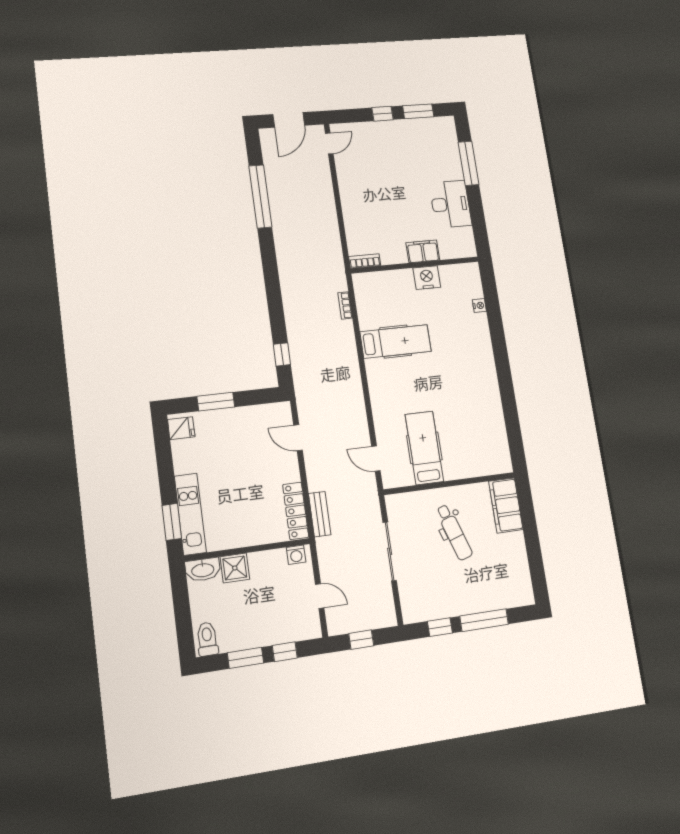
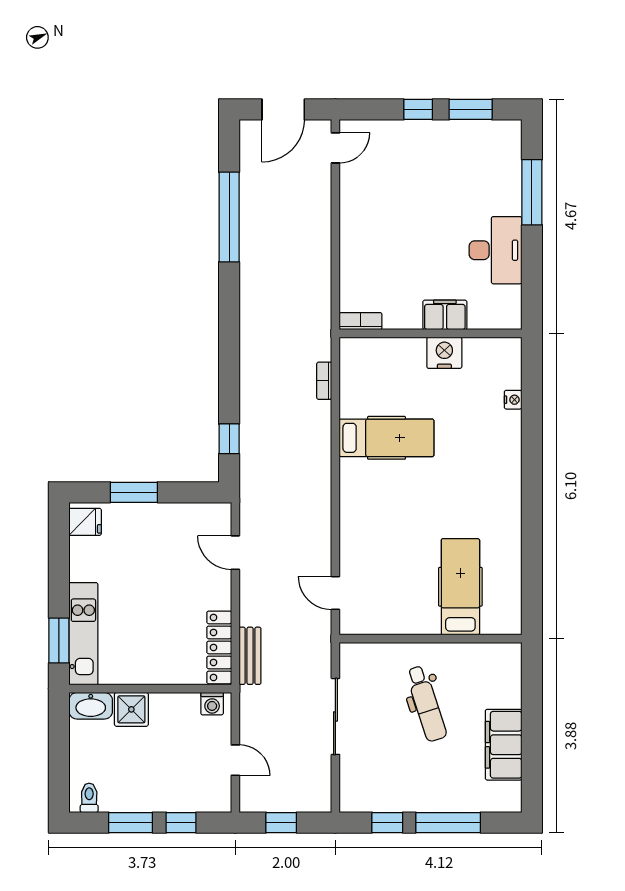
hospital bed: (424, 448) -> (460, 587), moved
filing cabinet: (506, 505) -> (504, 745), moved
toilet: (207, 639) -> (89, 798), width x0.73, depth x0.72

